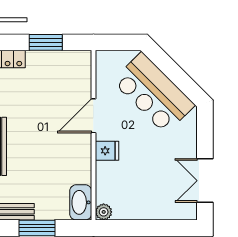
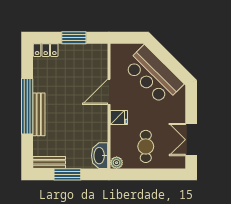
cafe table: (143, 190) -> (146, 146), added

